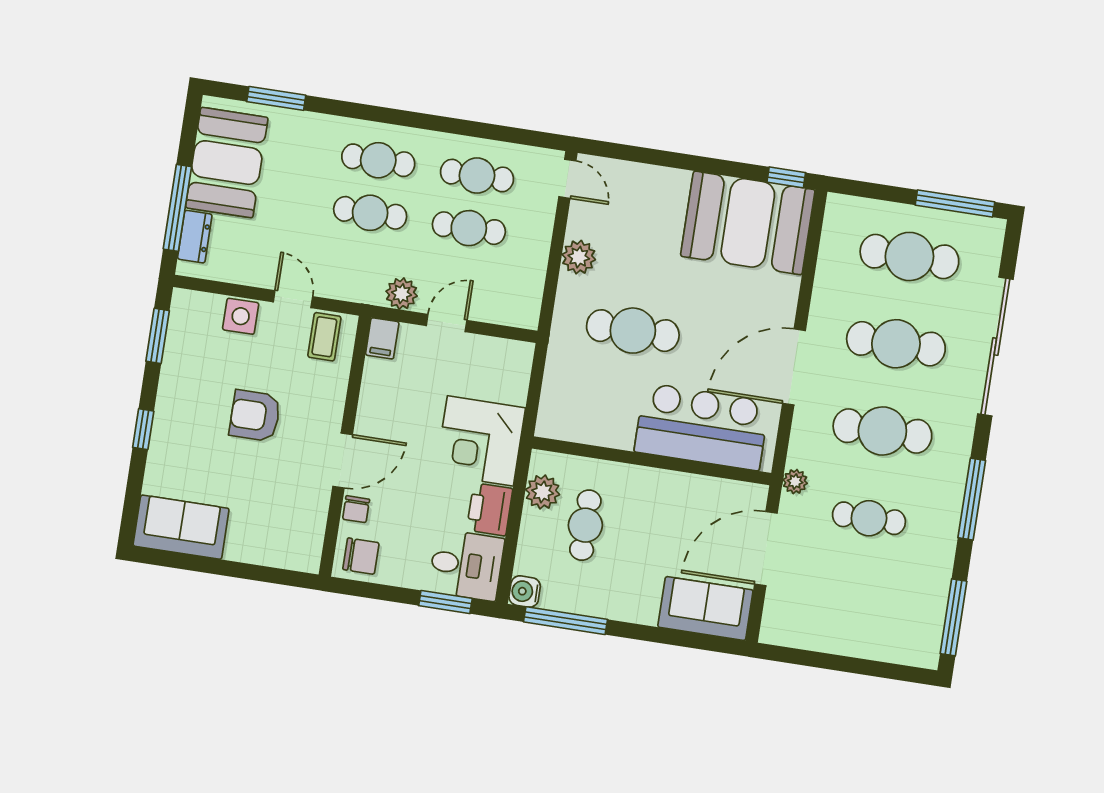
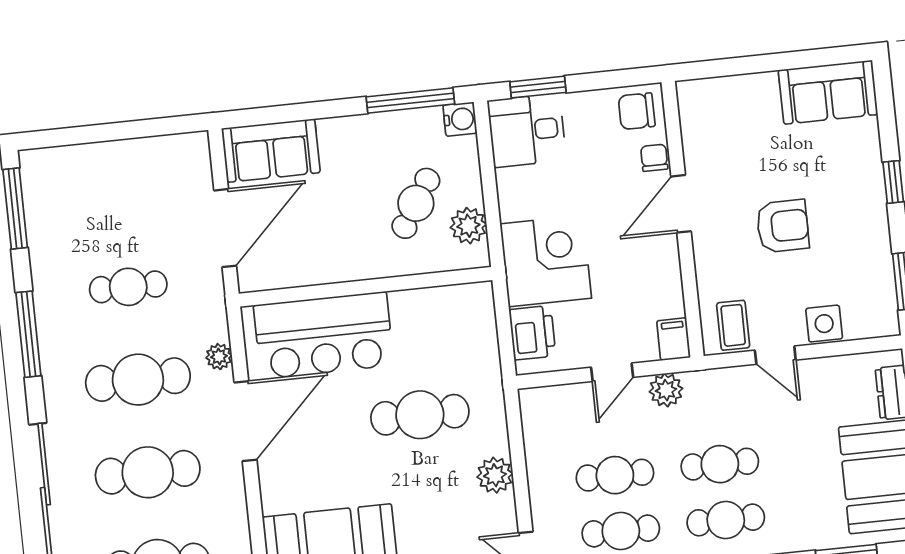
plant: (795, 482) -> (219, 357), moved
printer: (490, 509) -> (532, 333), moved
cafe table: (585, 525) -> (416, 203), turned 32

